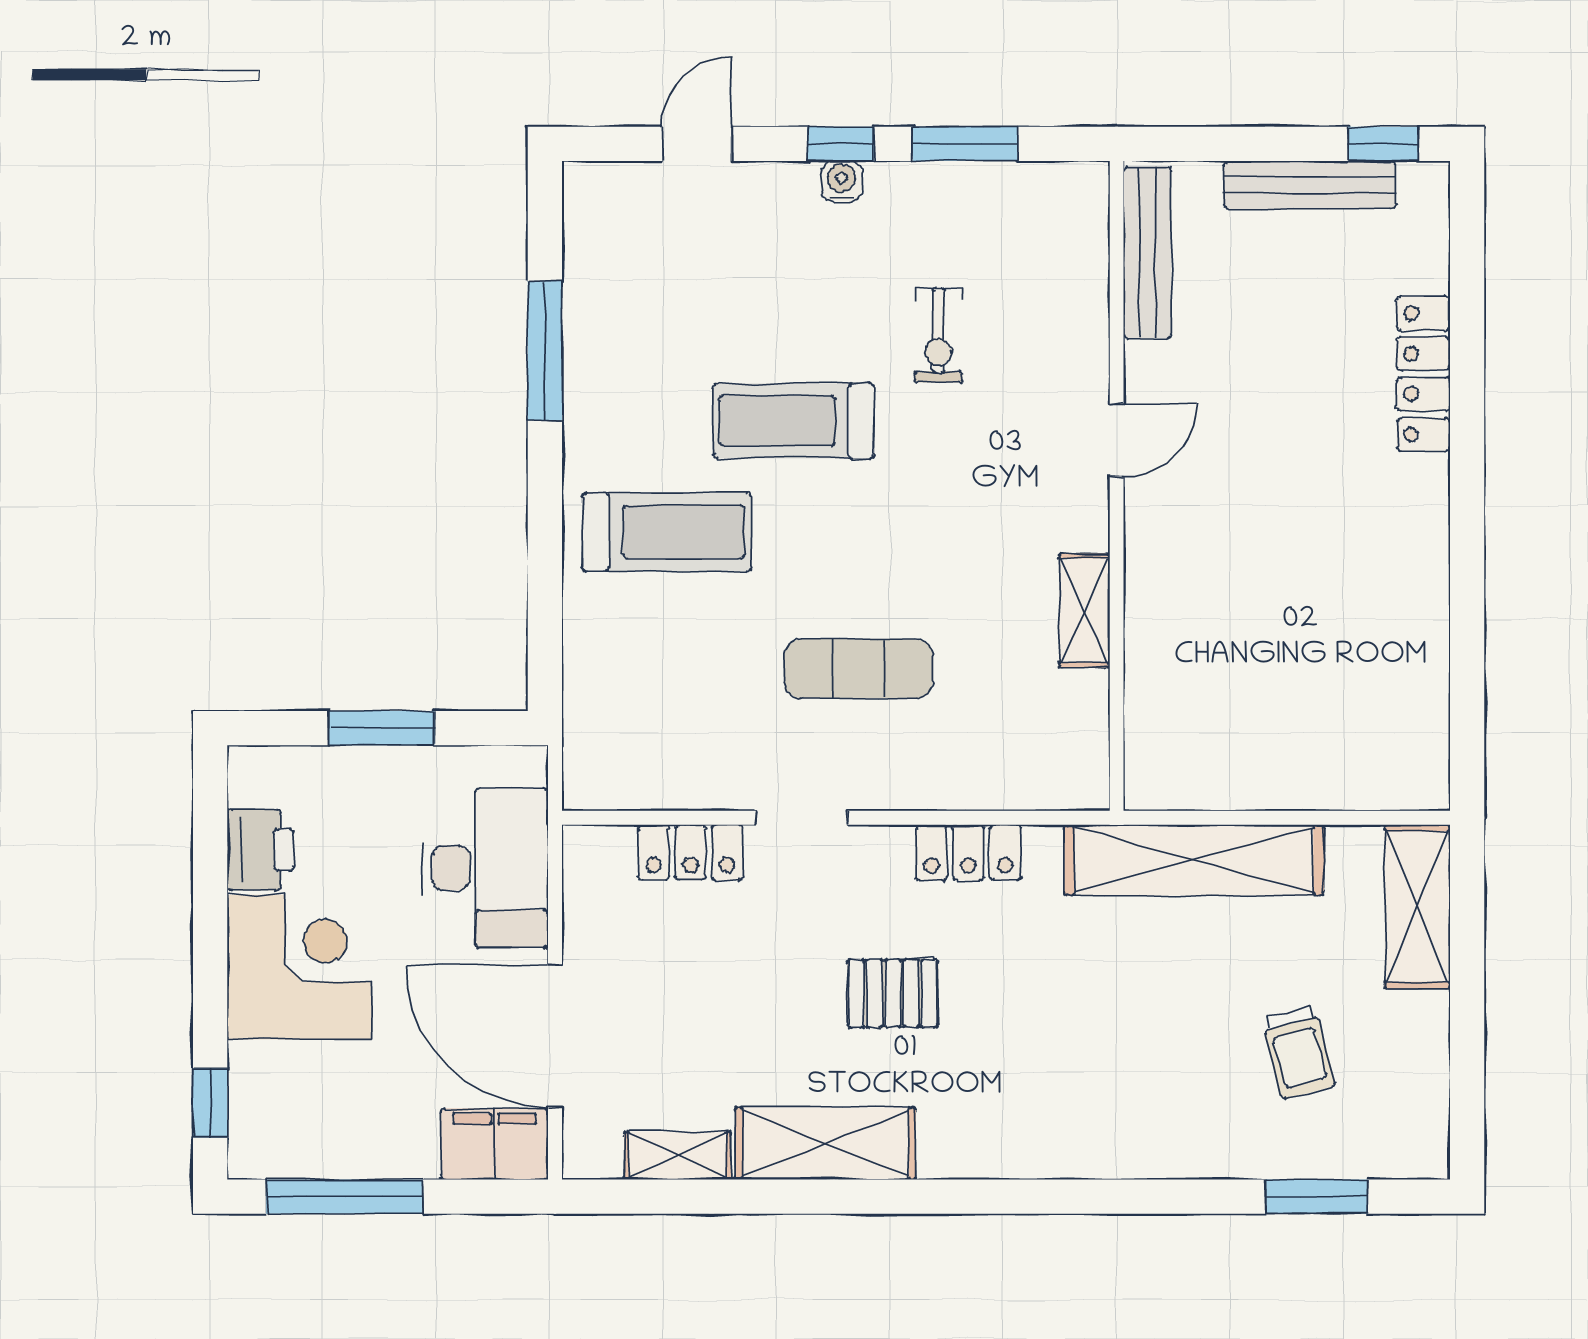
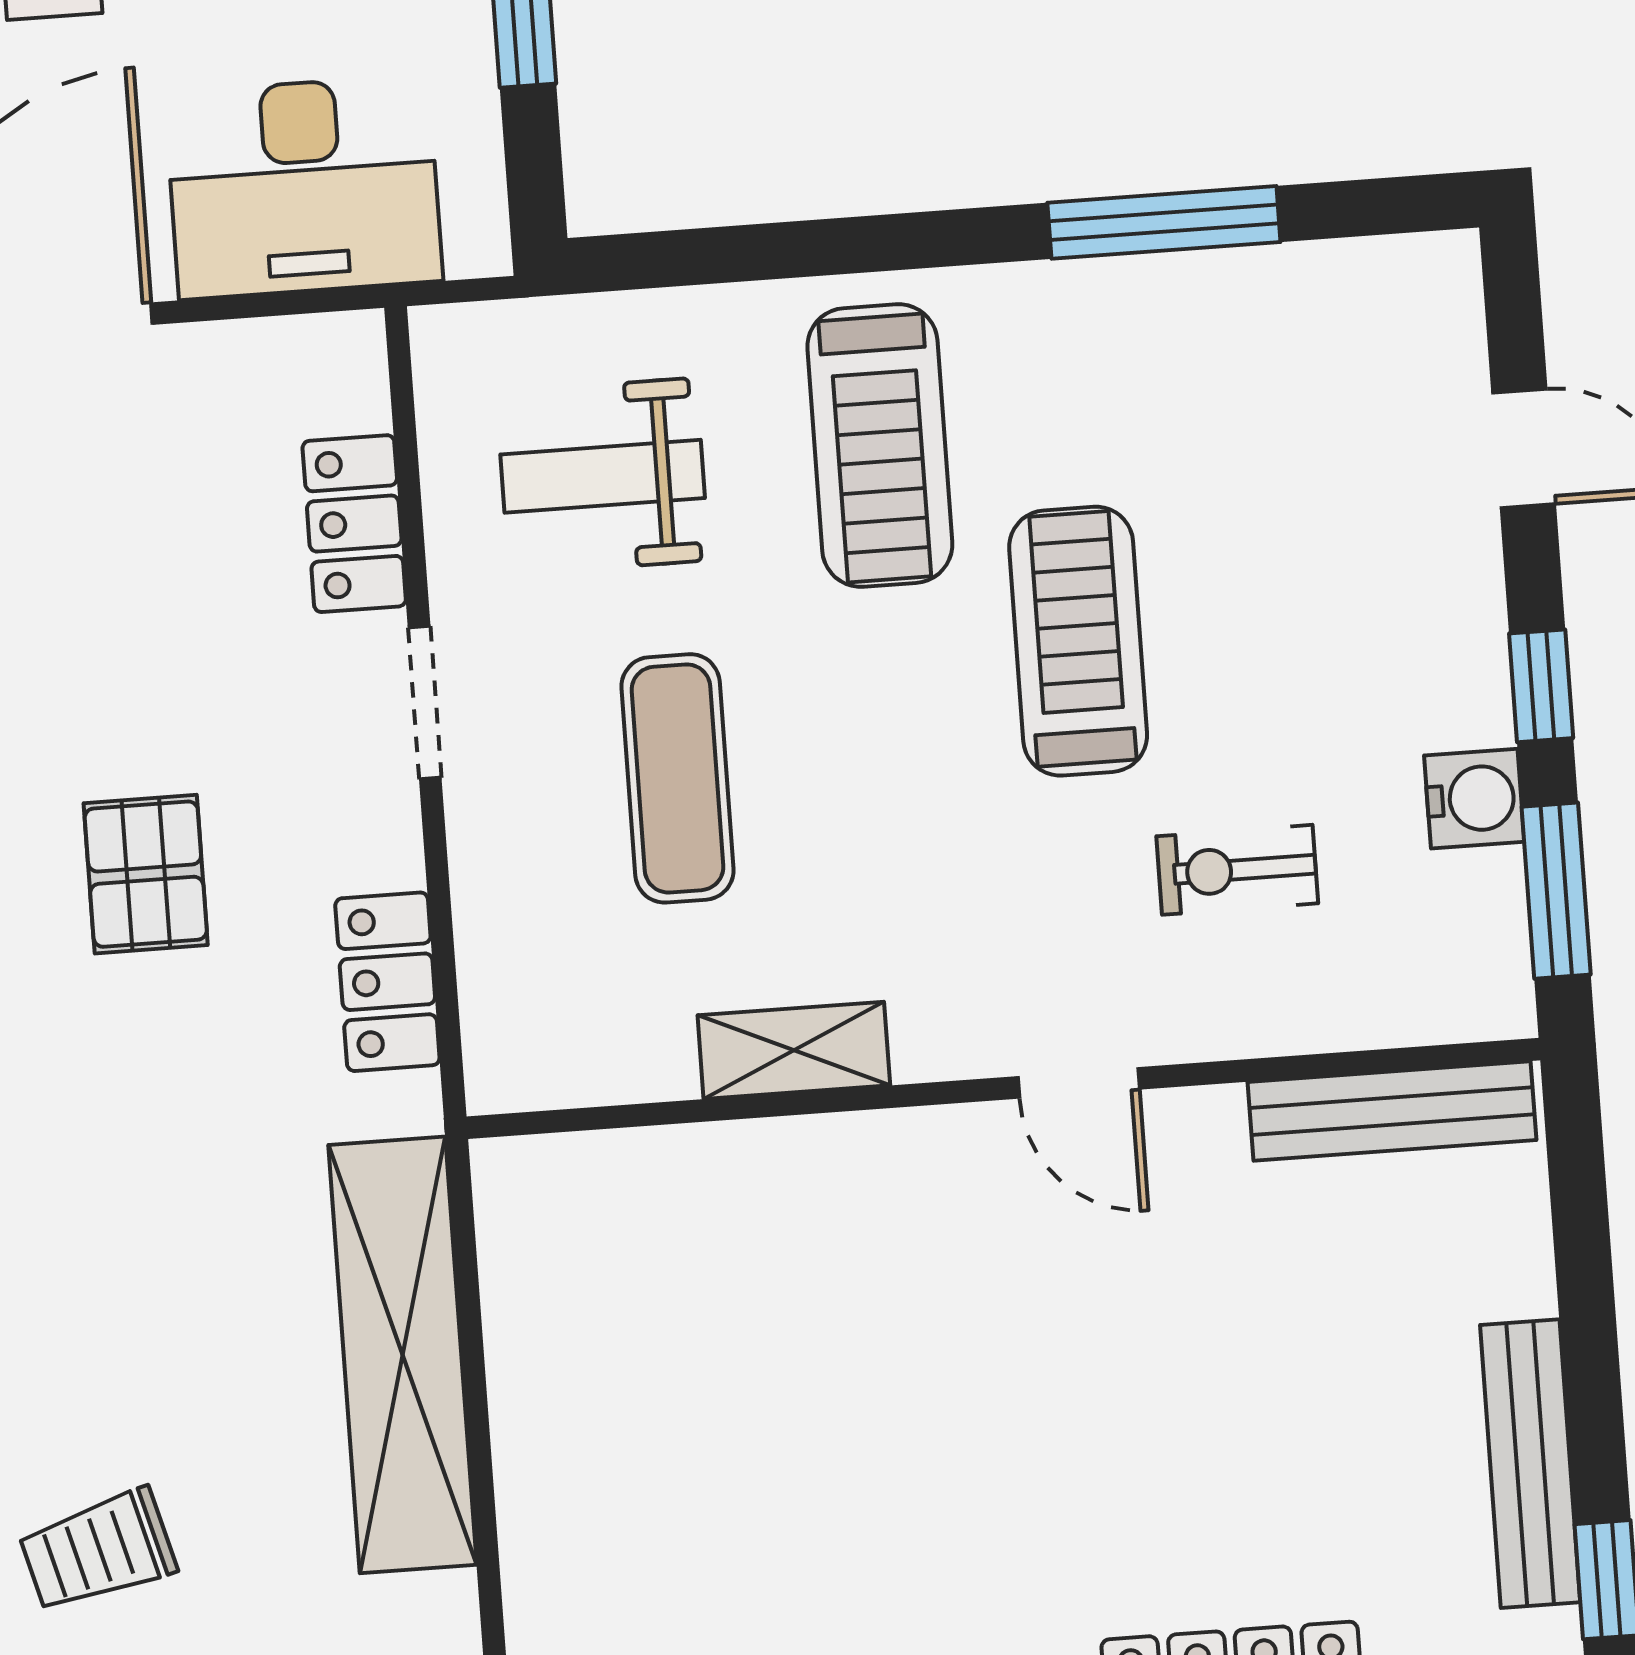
water cooler: (841, 181) -> (1474, 799), moved, width x1.38, depth x1.38
bench: (1147, 253) -> (1392, 1111), moved
door: (1117, 440) -> (1079, 1083), moved
wall: (1117, 486) -> (1003, 1088), moved
shelving: (1084, 610) -> (794, 1050), moved
weight bench: (673, 700) -> (603, 476), added

